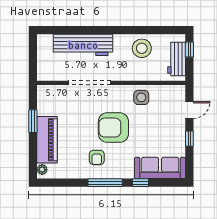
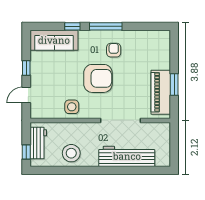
piano: (47, 140) -> (161, 92), moved
plant: (42, 170) -> (165, 39), removed

